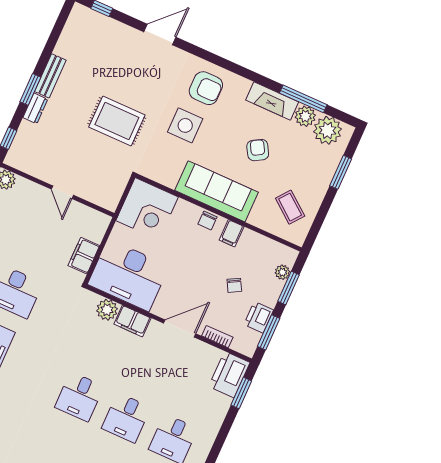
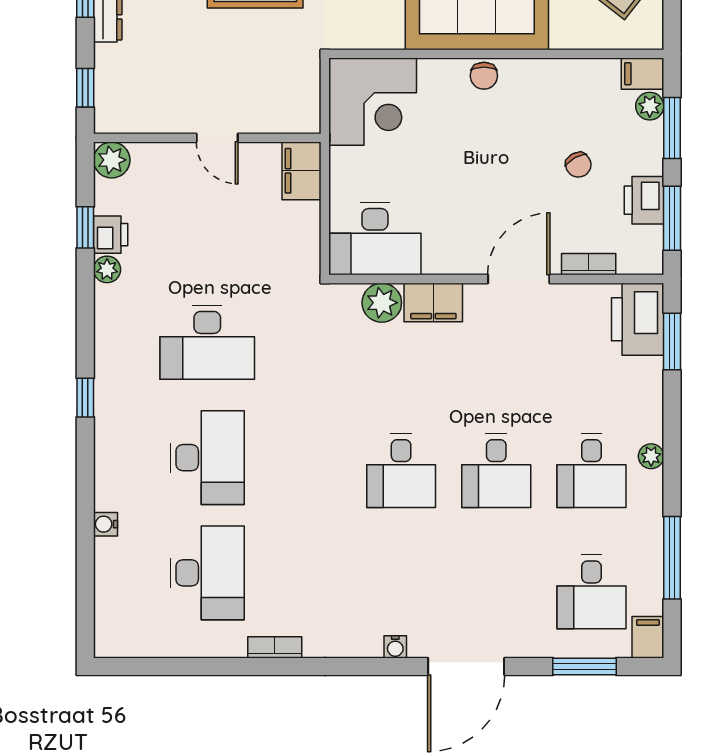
filing cabinet: (232, 233) -> (643, 74), moved, turned 90
filing cabinet: (84, 256) -> (302, 171), moved
desk: (128, 275) -> (375, 239), width x0.73, depth x0.77
plant: (206, 445) -> (651, 456), added

